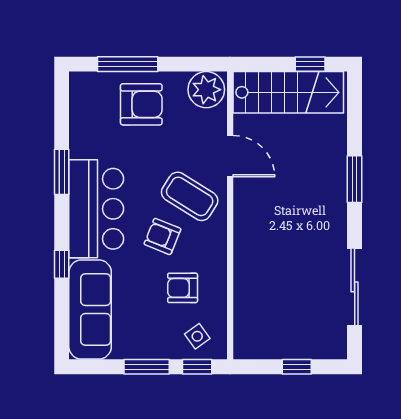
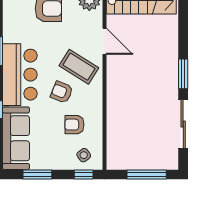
window: (355, 179) -> (183, 74), moved
window: (147, 367) -> (37, 174), moved
window: (297, 367) -> (147, 174), width x2.17

